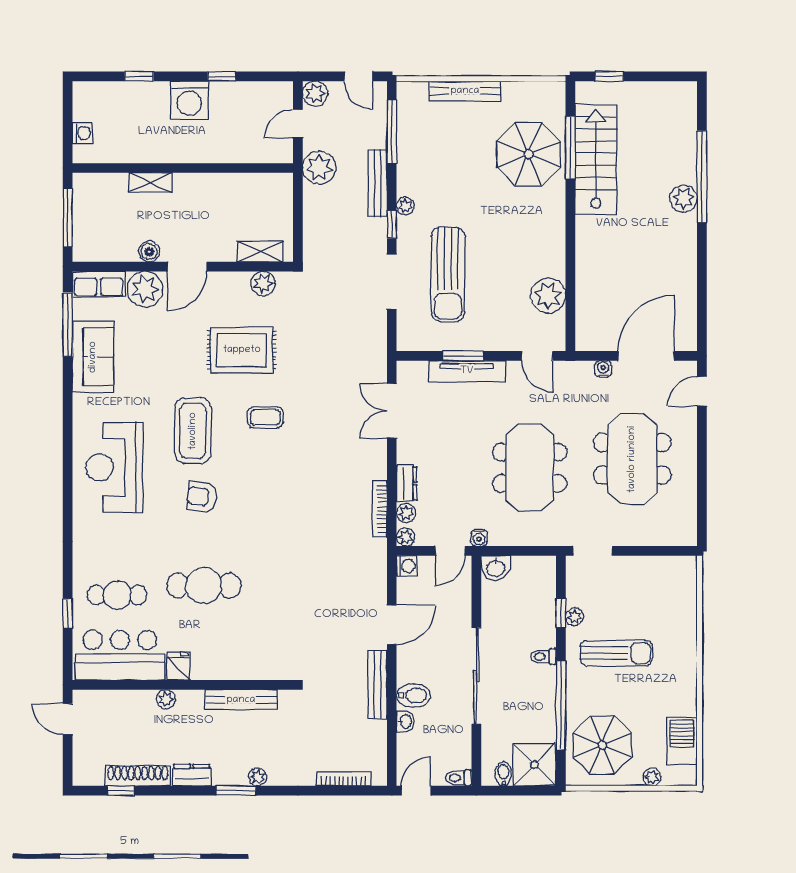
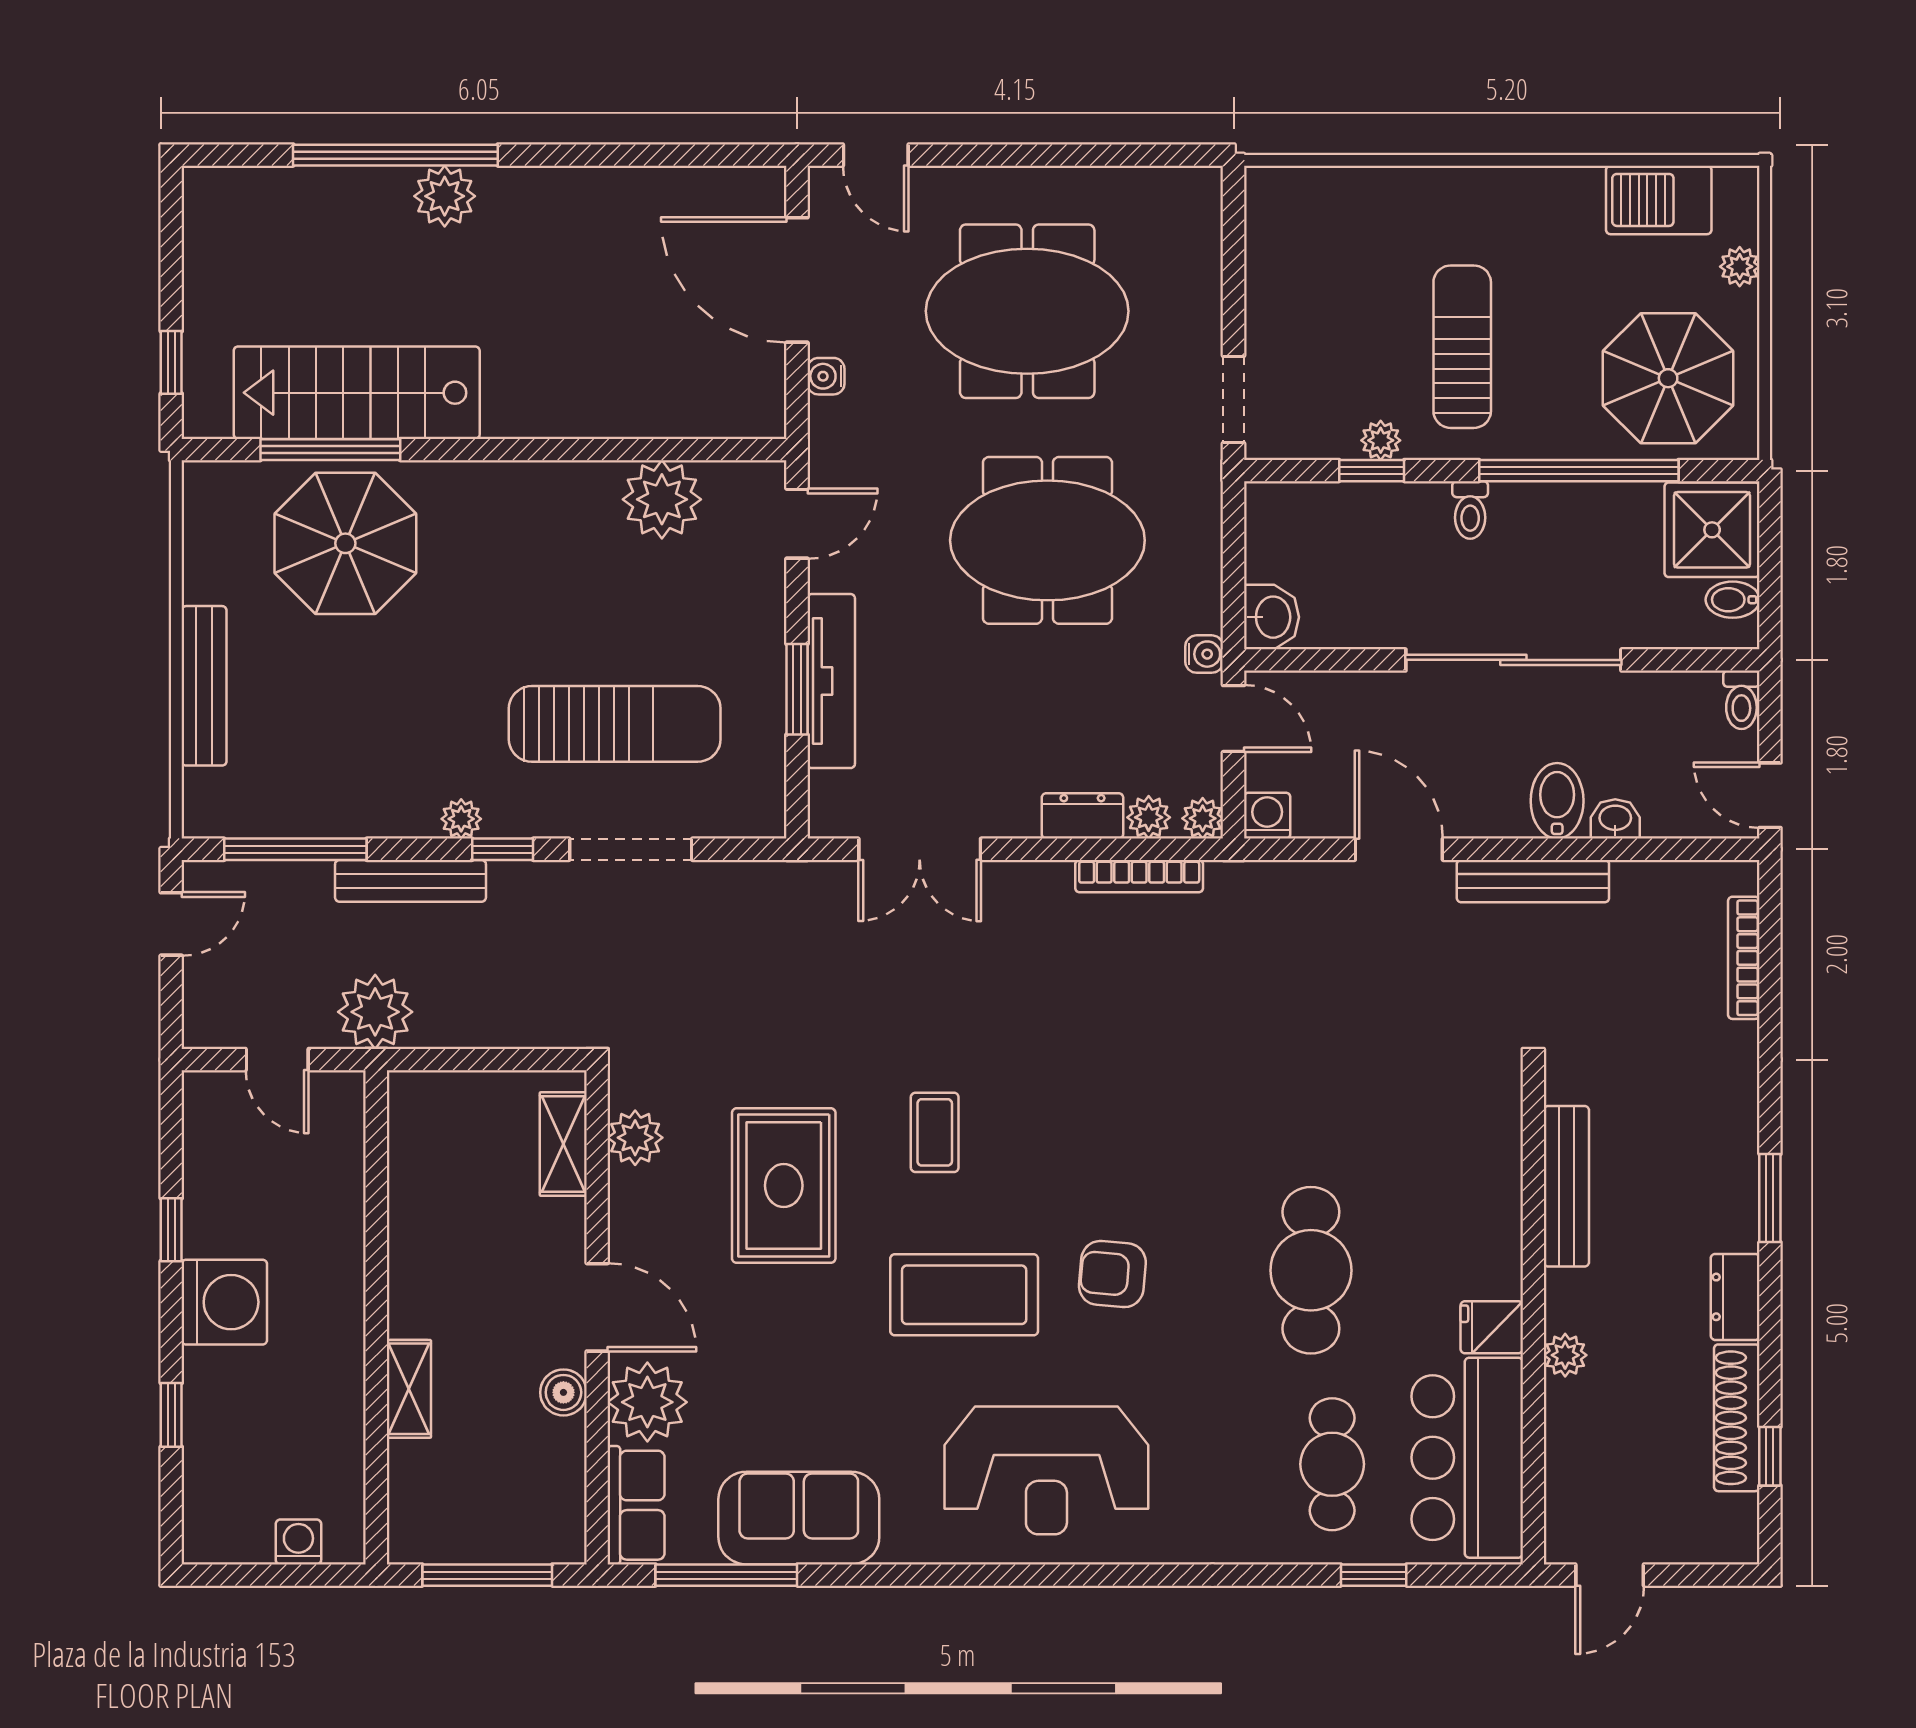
plant: (315, 94) -> (210, 1021), removed
armchair: (202, 497) -> (1112, 1274), turned 88
plant: (258, 777) -> (1740, 1150), removed

